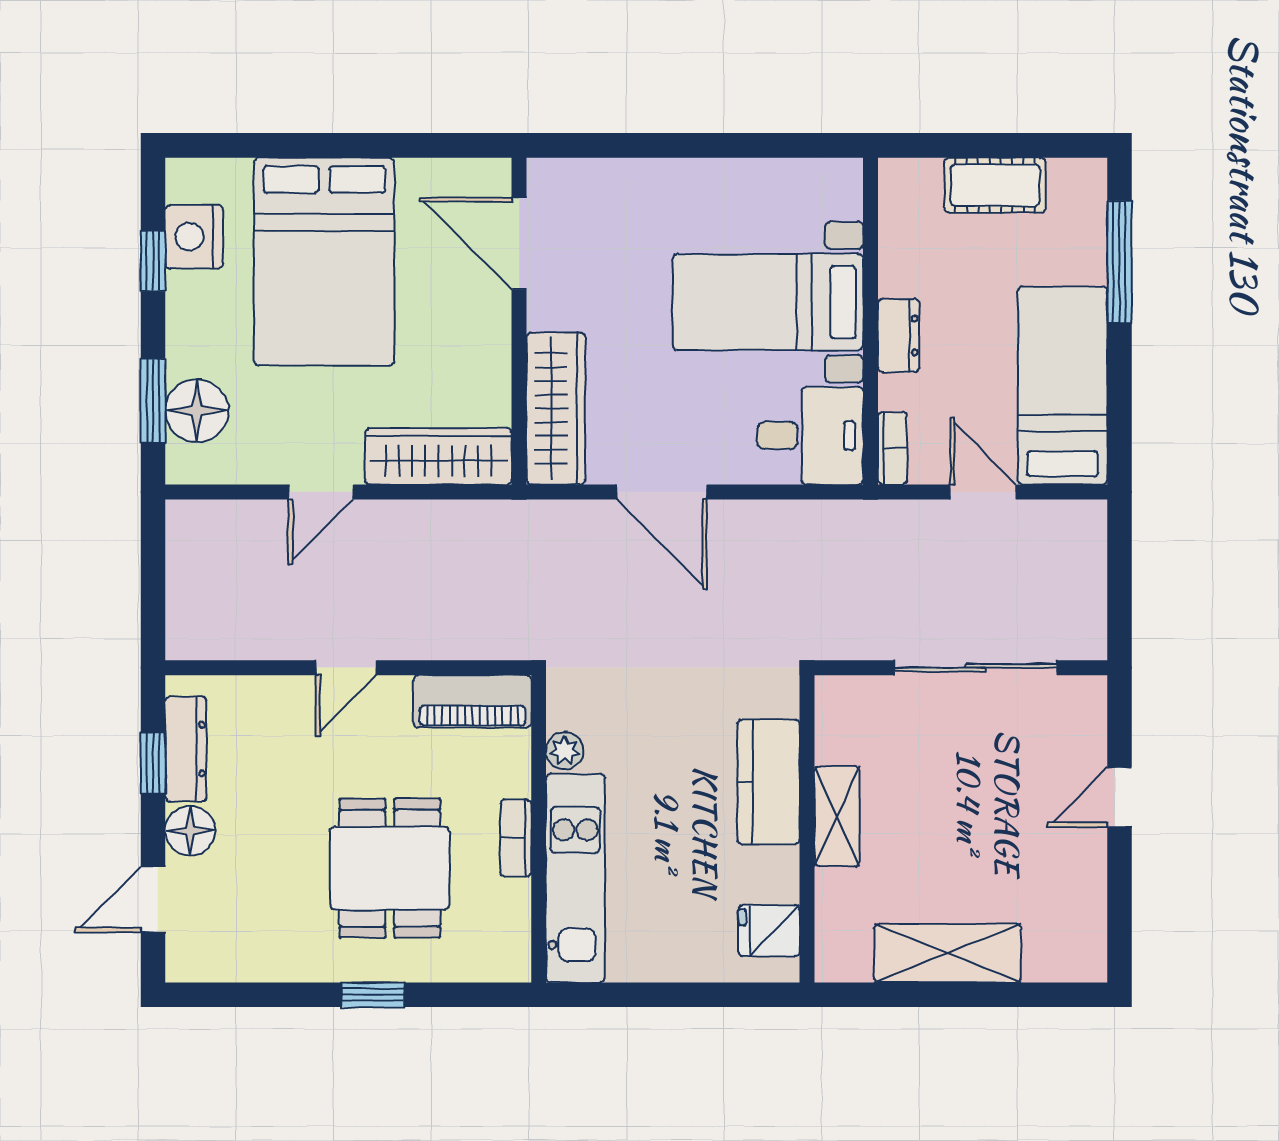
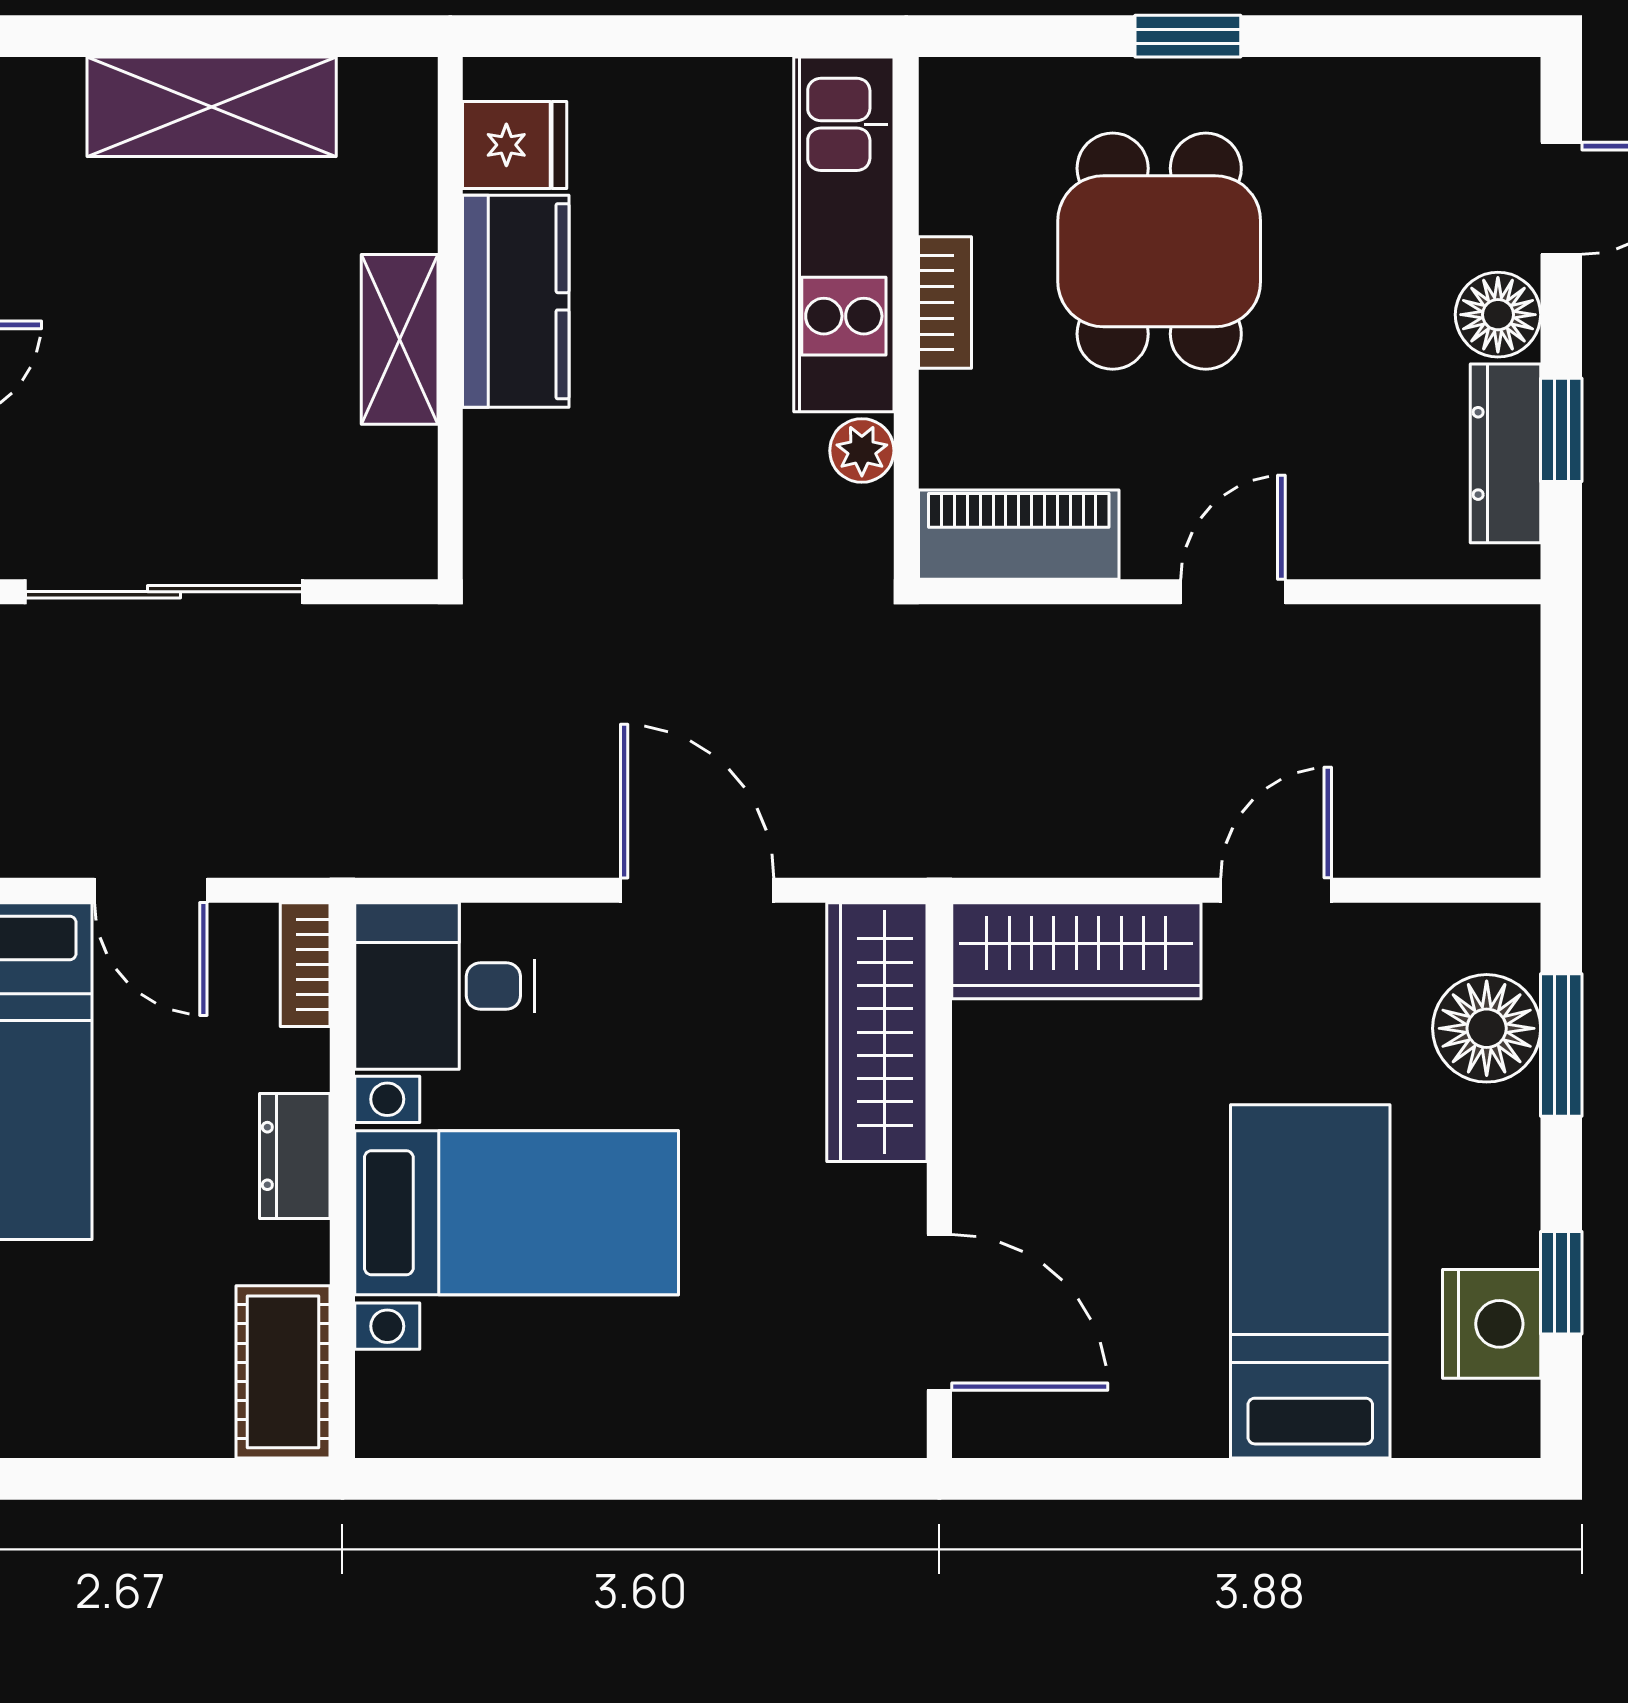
cot: (995, 185) -> (283, 1372), moved, turned 90
bed: (324, 262) -> (1310, 1281), width x0.67
kitchen counter: (768, 782) -> (516, 301), moved

